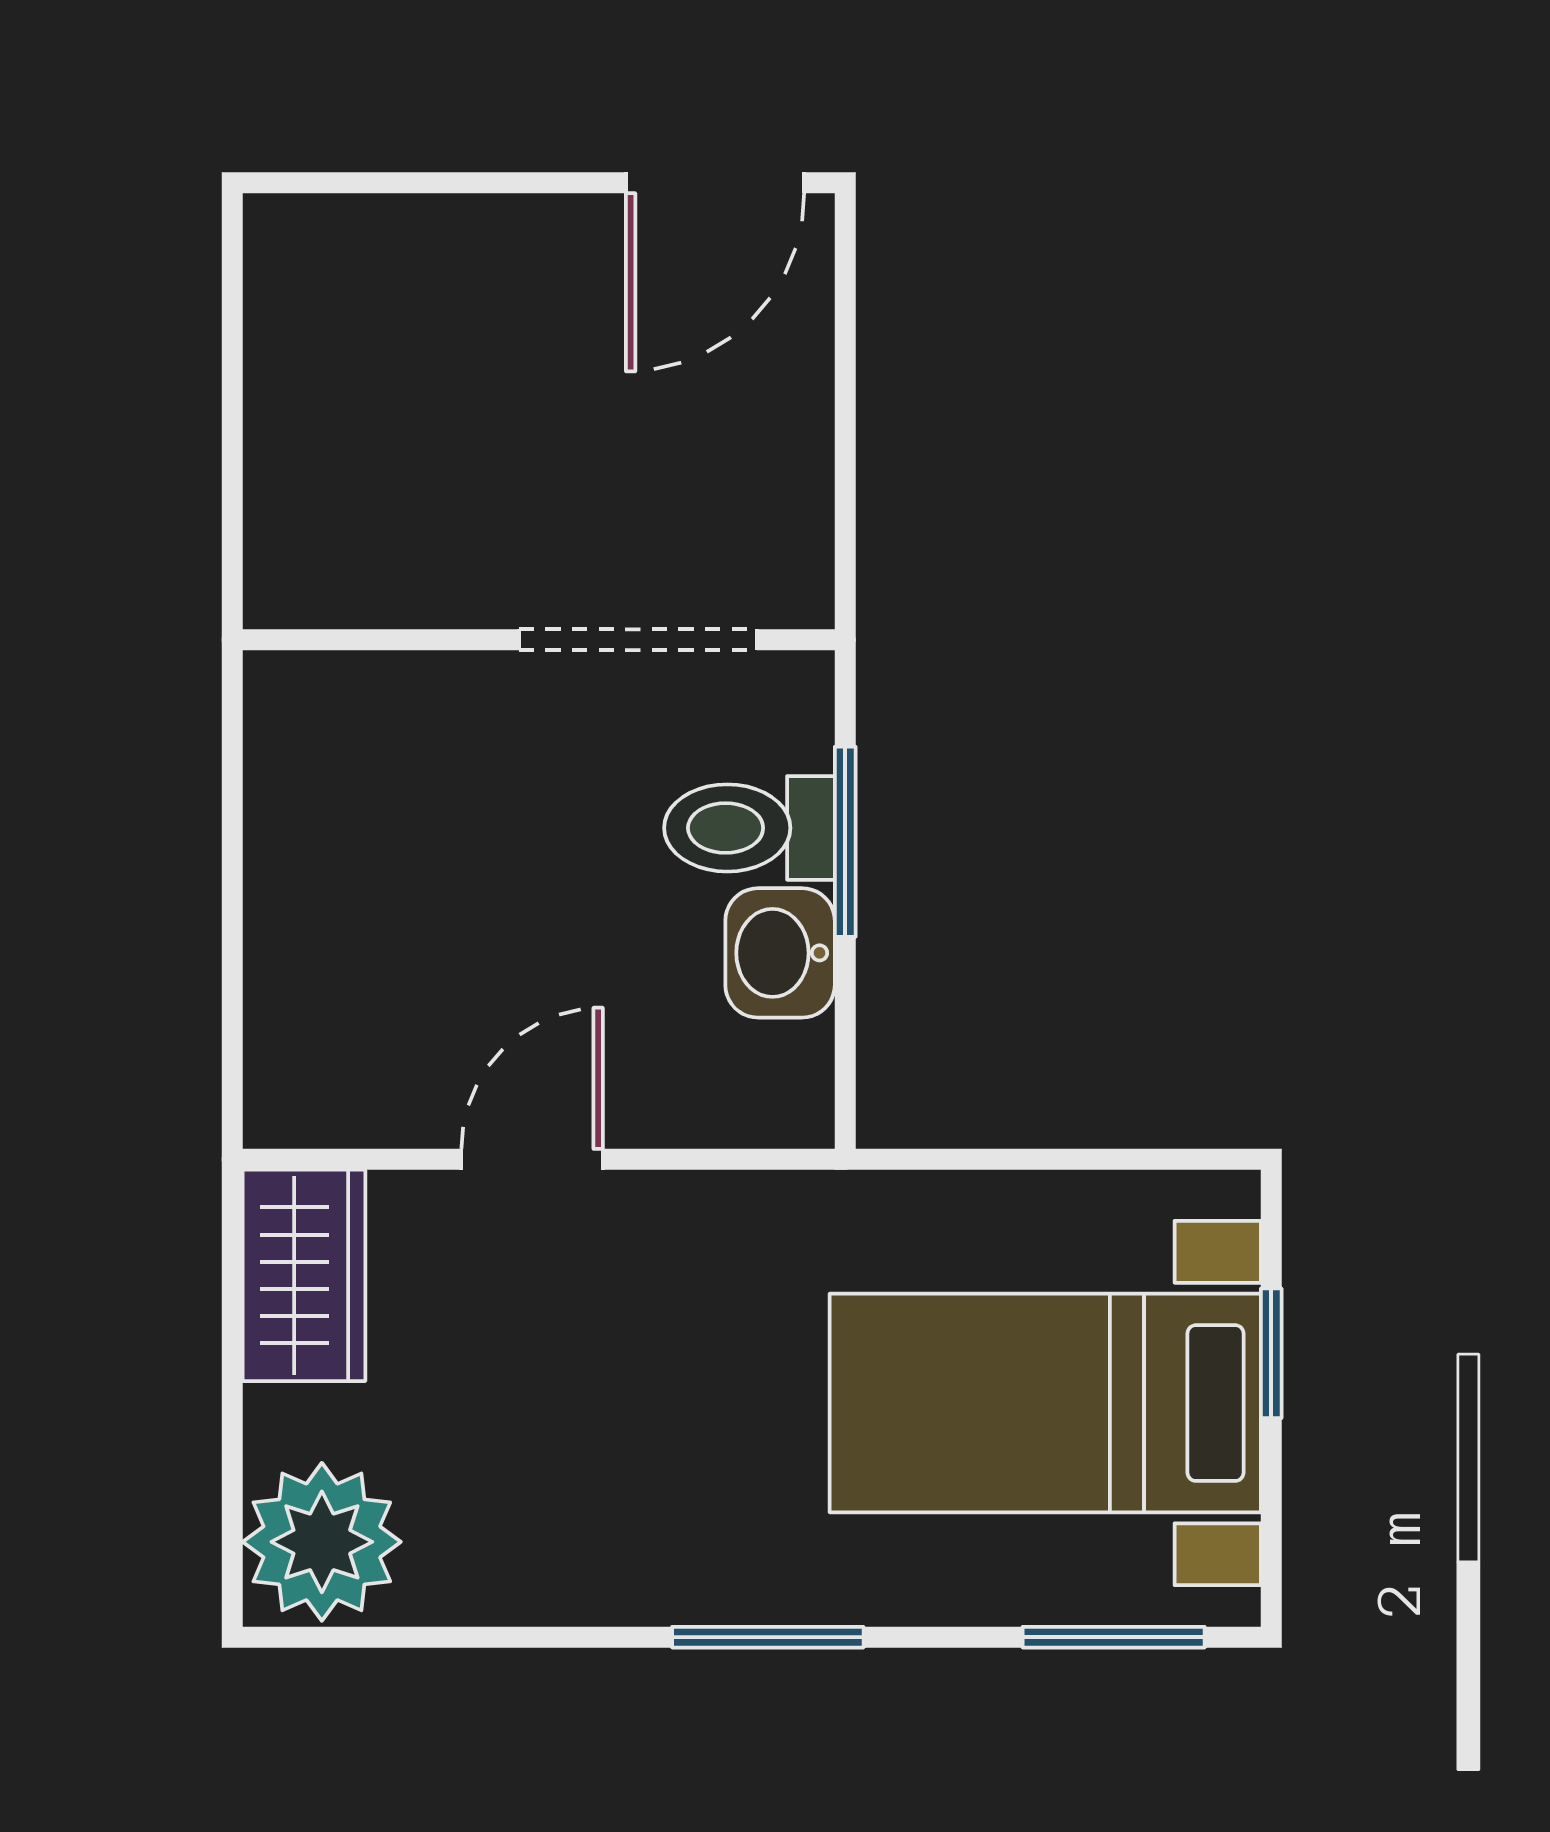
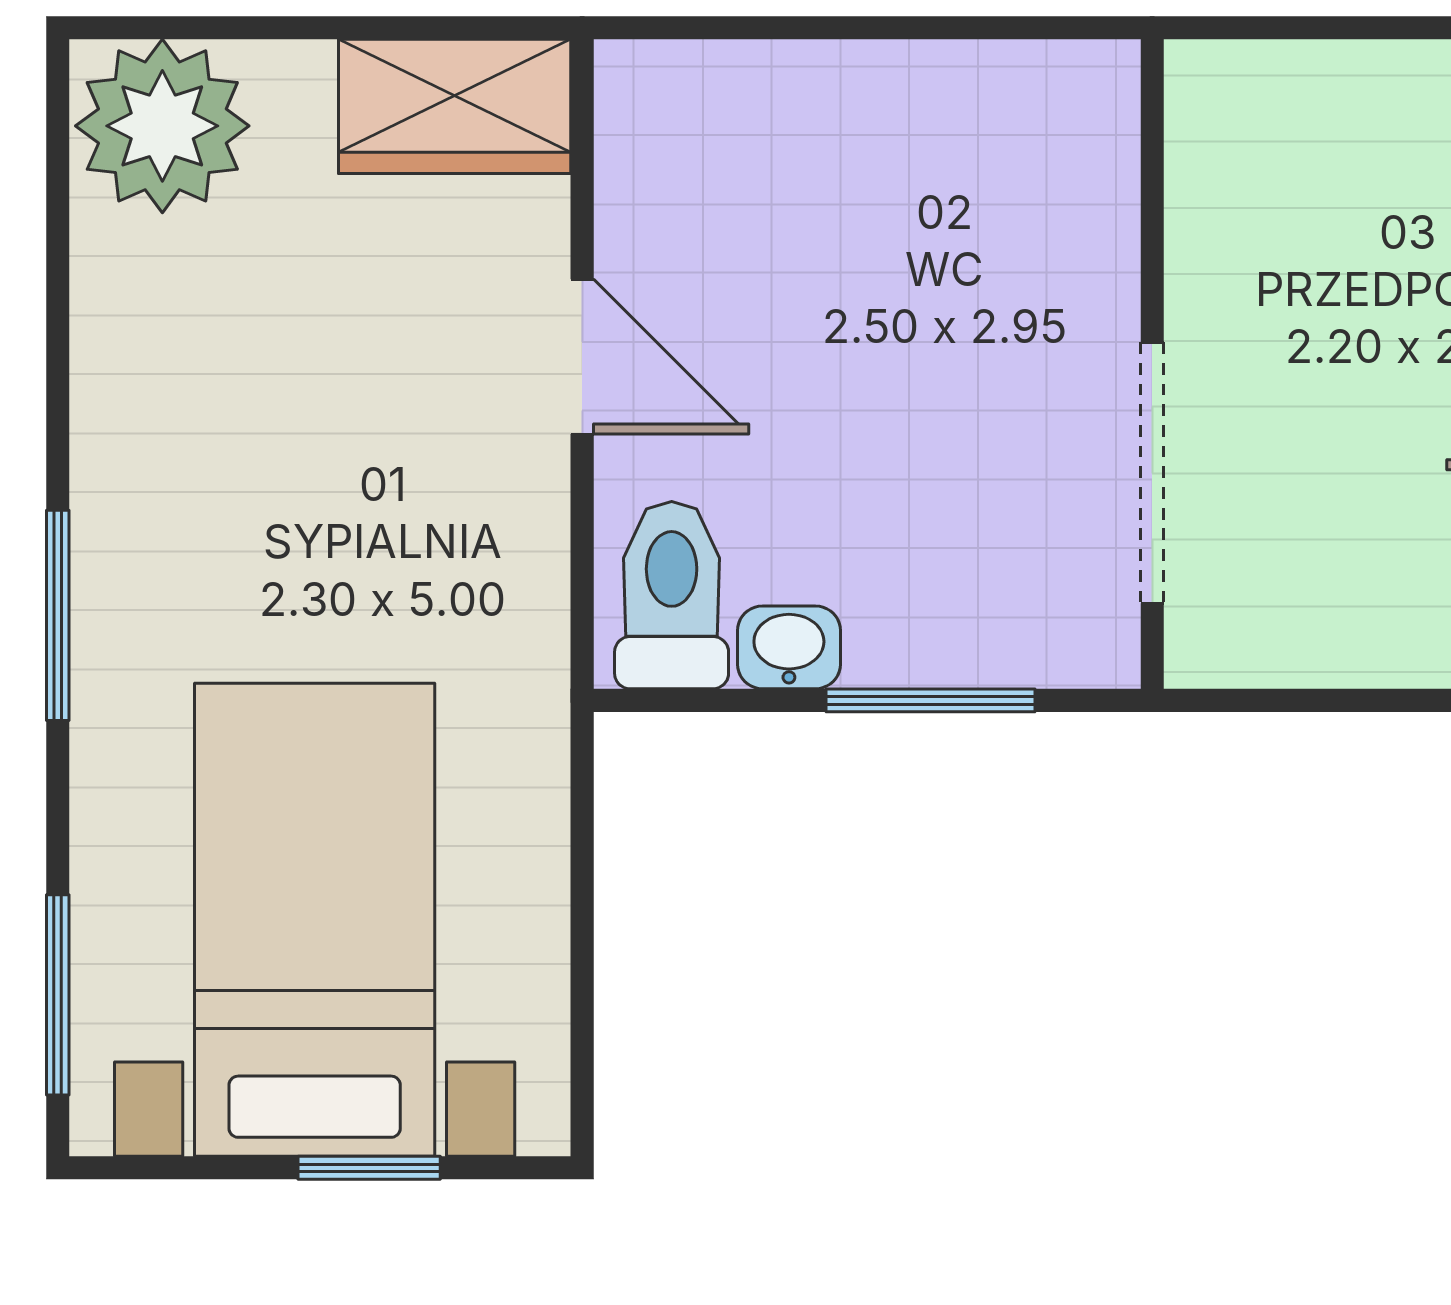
toilet: (749, 828) -> (672, 595), moved
washbasin: (780, 953) -> (789, 647), width x0.72, depth x0.69

